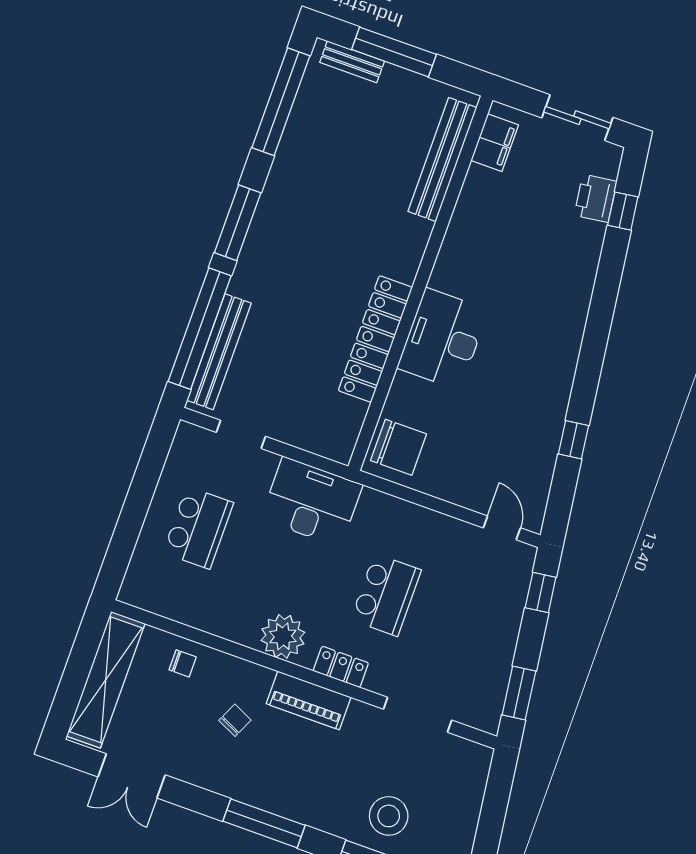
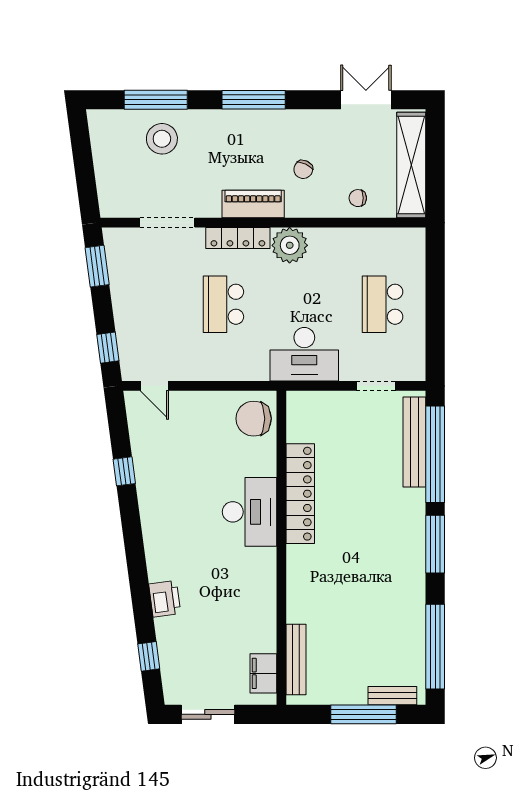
bench: (442, 160) -> (296, 660), width x0.73, depth x0.82
printer: (596, 198) -> (165, 599), moved
locker: (341, 667) -> (238, 238), width x1.53

